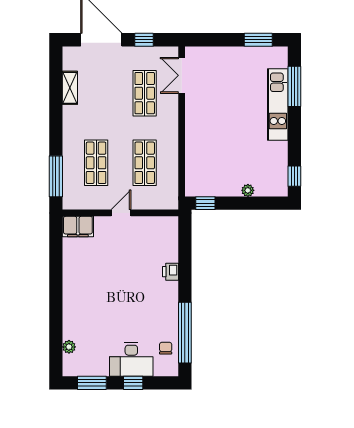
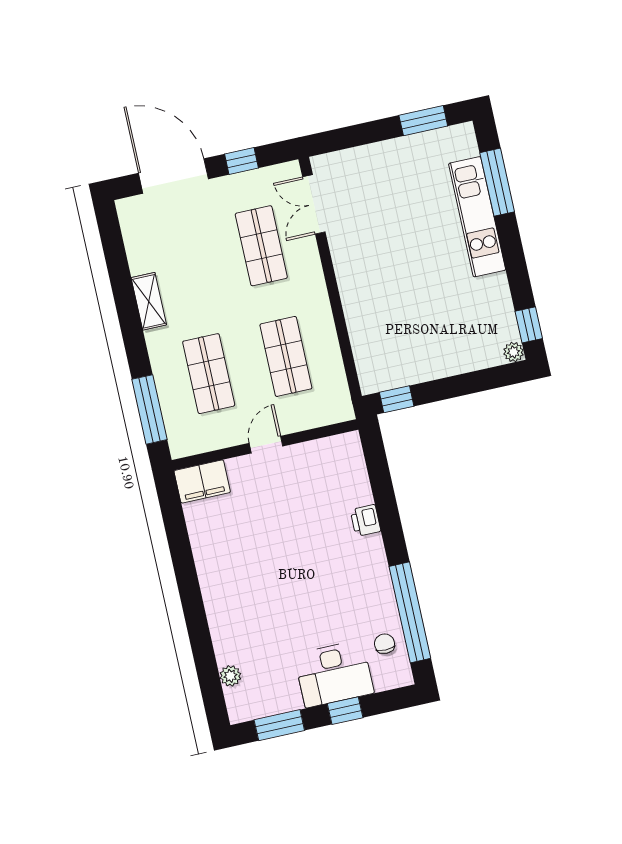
shelving: (70, 88) -> (149, 301), moved
plant: (248, 190) -> (513, 352), moved

